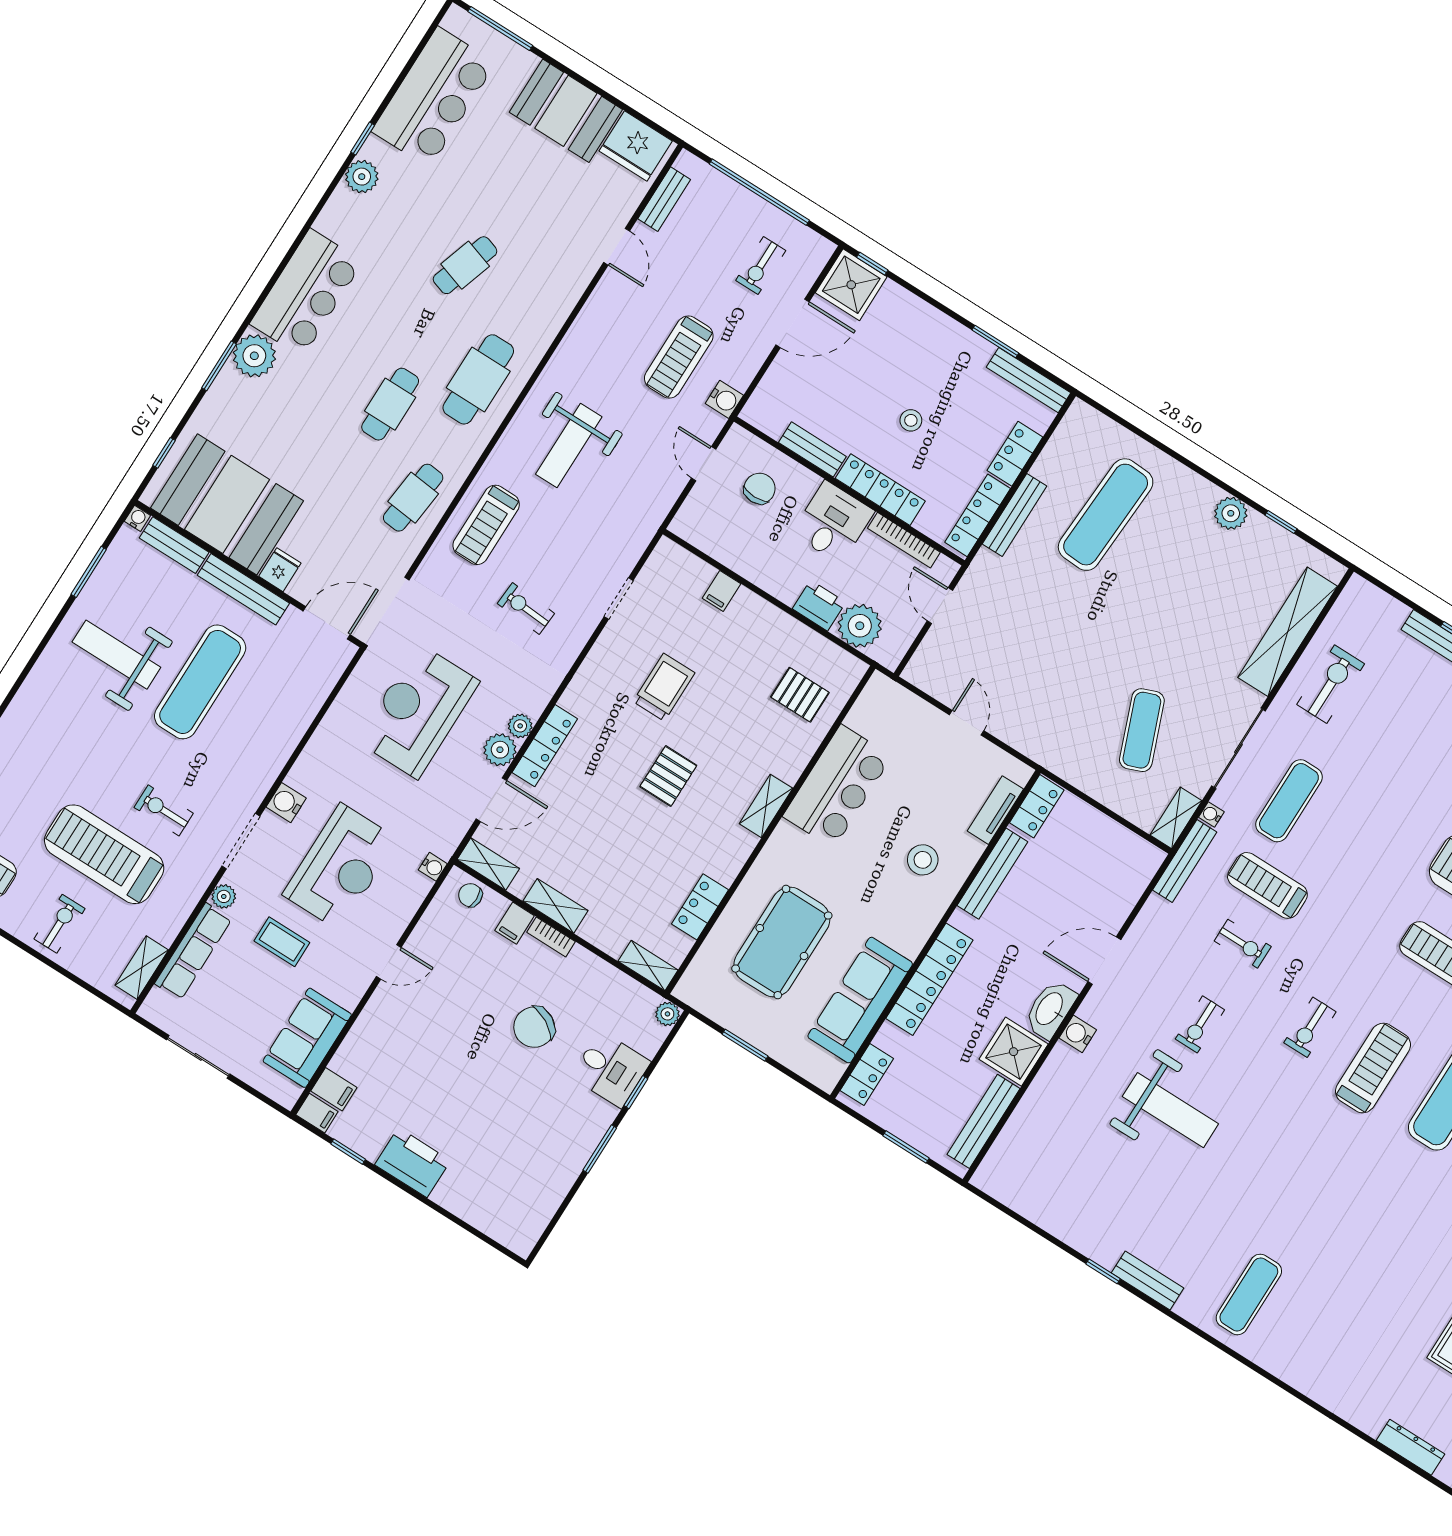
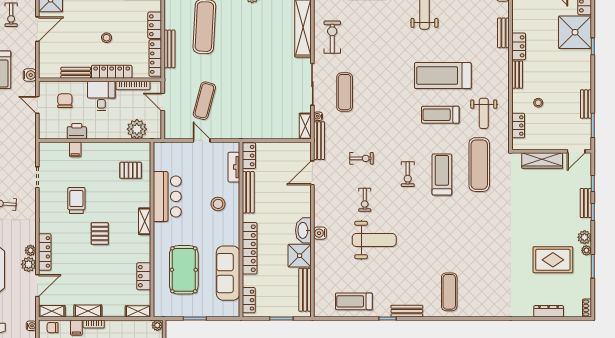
printer: (819, 606) -> (77, 131), moved
exercise mat: (1142, 730) -> (204, 101), moved, turned 36
treadmill: (1267, 885) -> (354, 301), moved
door: (1104, 961) -> (312, 173), moved

